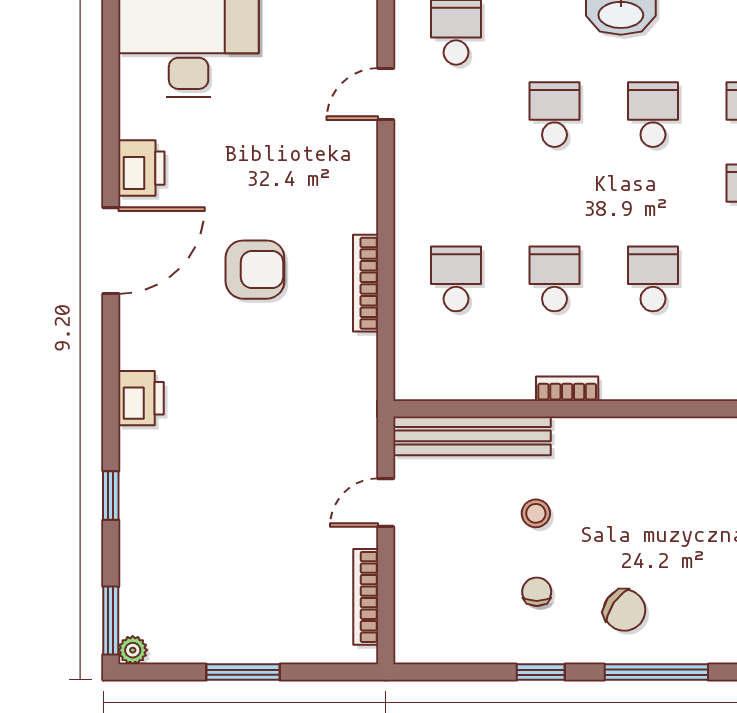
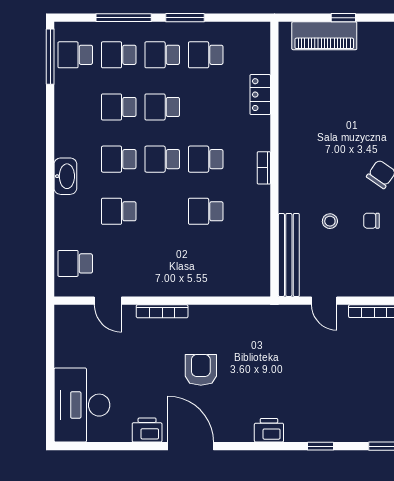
school desk: (456, 279) -> (162, 159), moved
bookcase: (366, 283) -> (162, 311), moved
bookcase: (567, 389) -> (264, 168), moved

